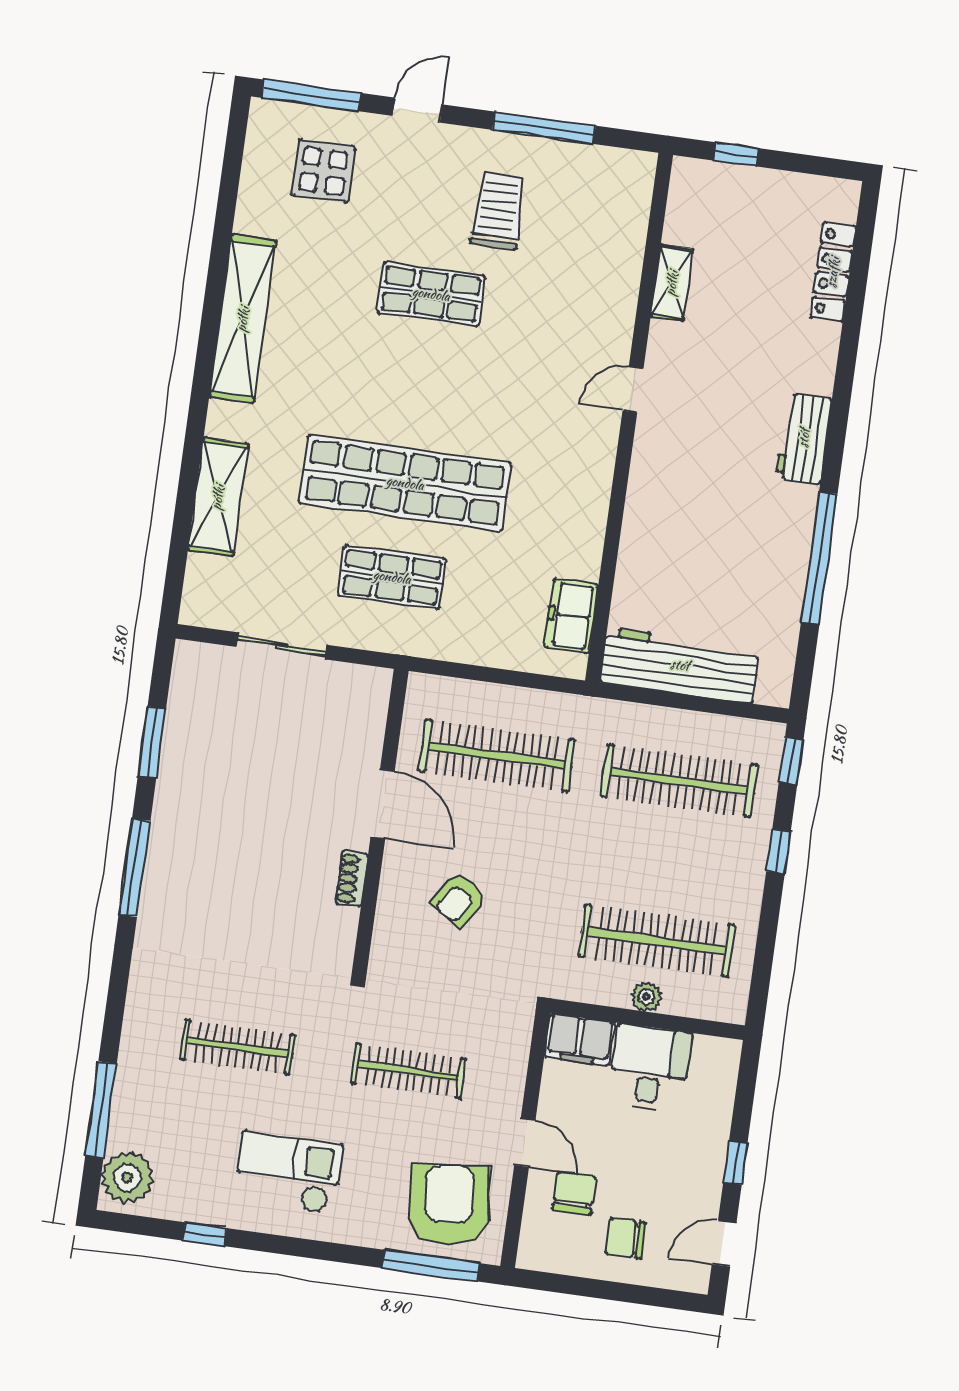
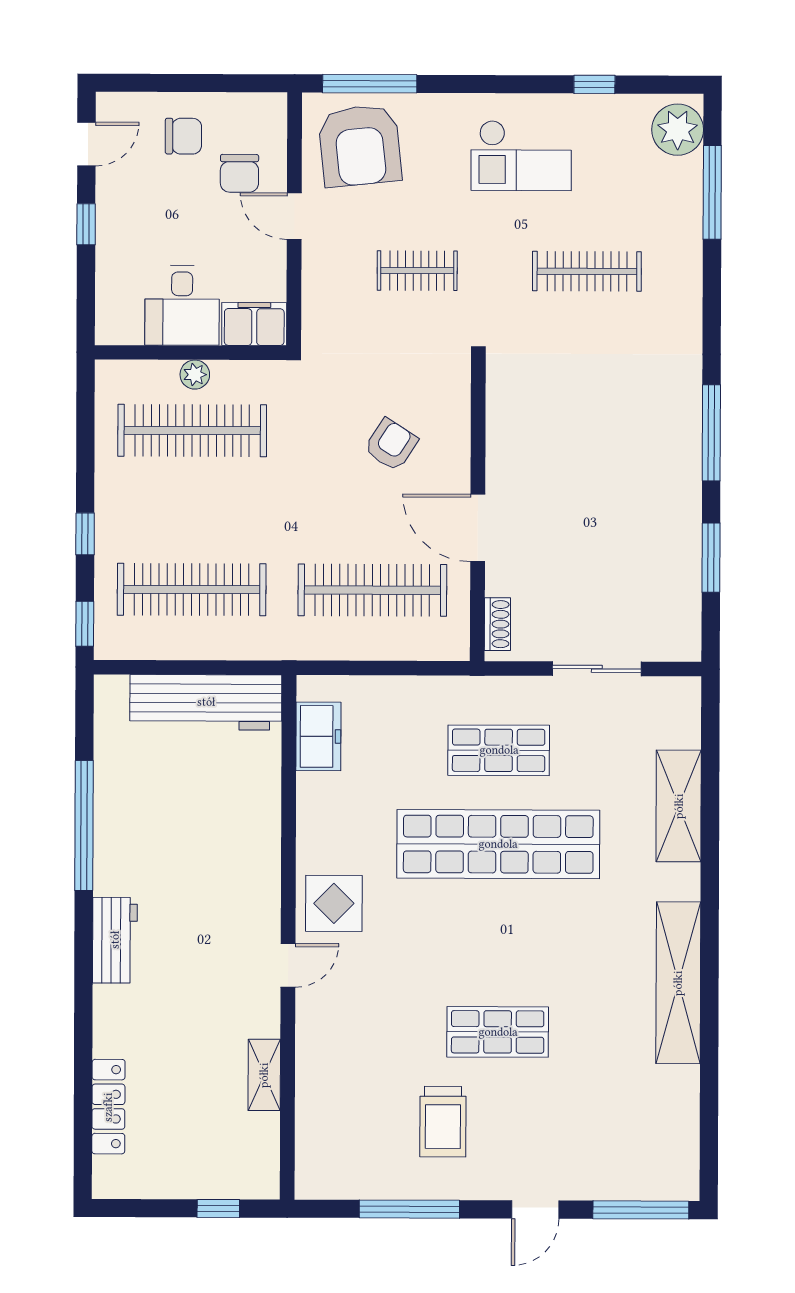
display table: (323, 171) -> (334, 903), moved
shoe rack: (352, 879) -> (497, 624), moved
clothes rail: (408, 1071) -> (417, 271), width x0.73

